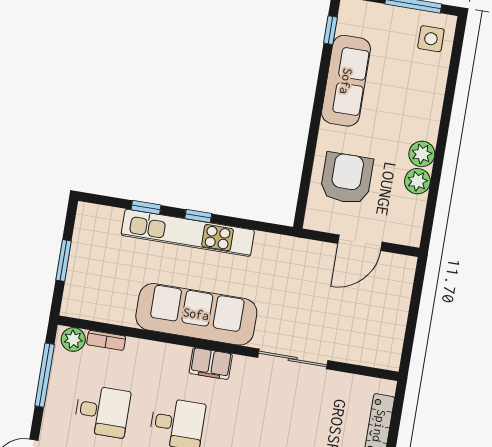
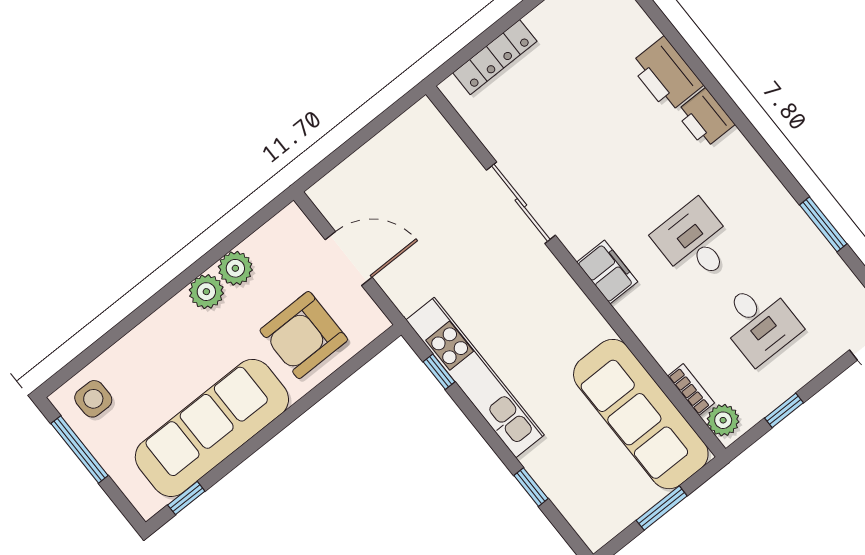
sofa: (346, 81) -> (212, 428), width x1.36, depth x1.27
window: (198, 216) -> (439, 372), moved
kitchen unit: (188, 233) -> (475, 377), moved
sofa: (196, 314) -> (641, 414), moved
window: (45, 375) -> (784, 410), width x0.46
desk: (102, 411) -> (759, 322), turned 180

